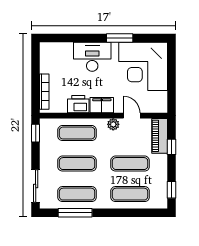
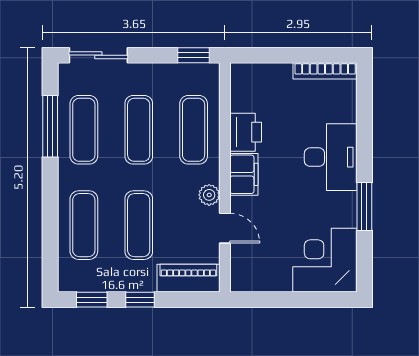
corner desk: (143, 66) -> (325, 260), width x0.74, depth x0.74
bookcase: (44, 92) -> (325, 71), moved
door: (132, 116) -> (225, 228), hinge flipped
window: (172, 147) -> (140, 300), moved

